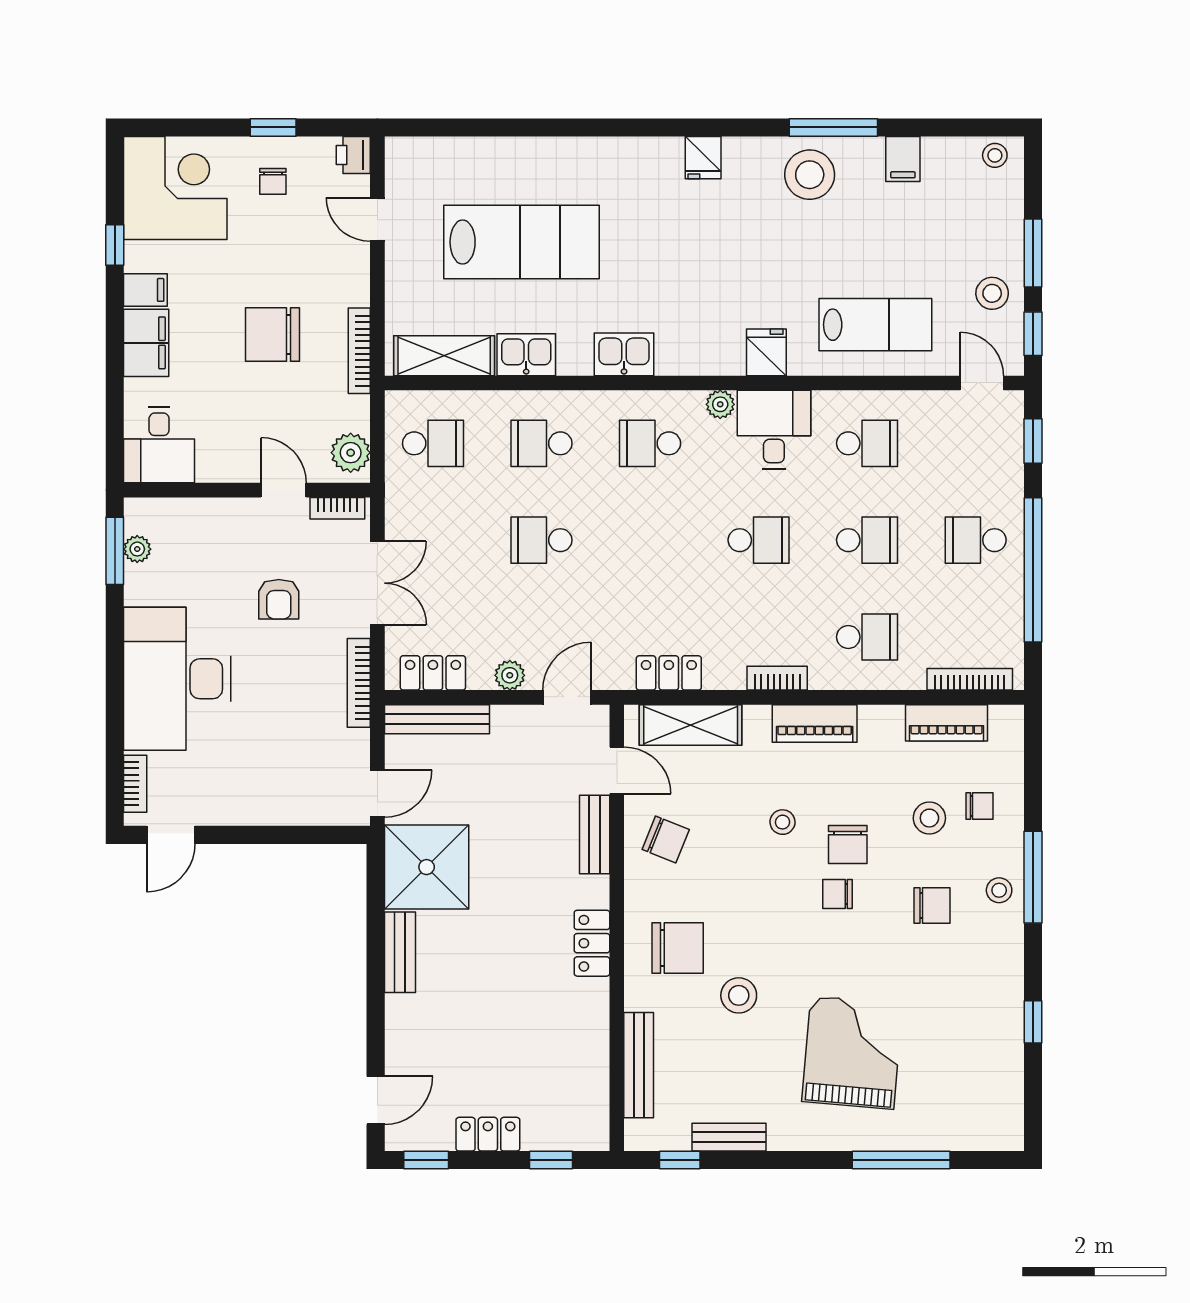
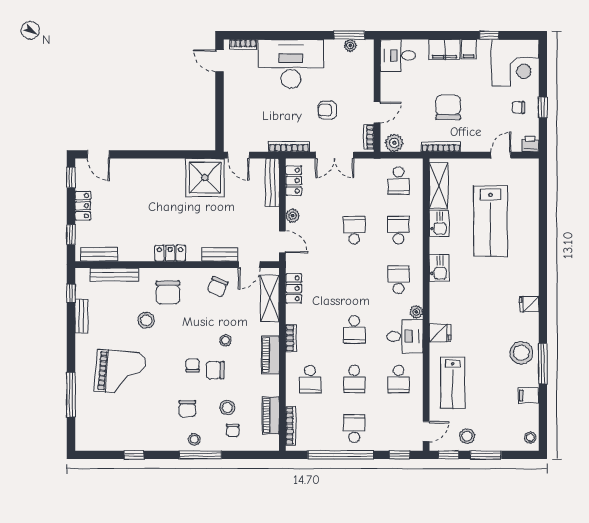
bench: (400, 952) -> (99, 254), moved

